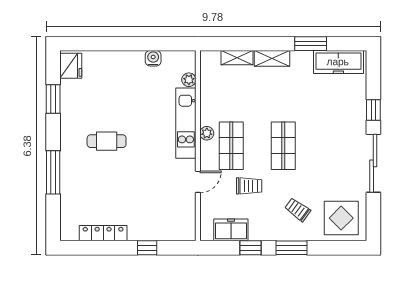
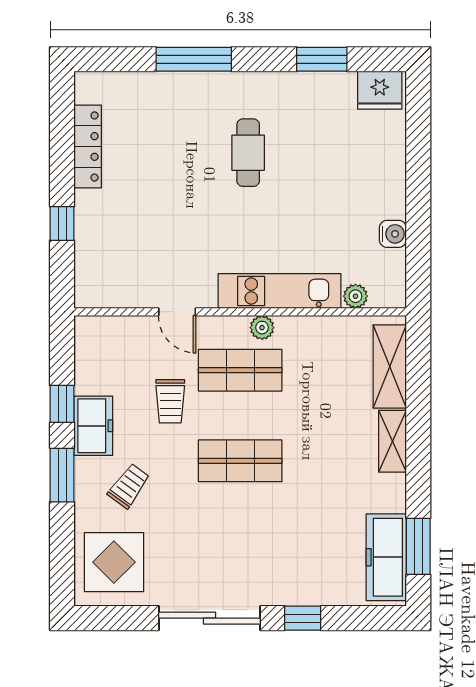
window: (311, 44) -> (418, 546), moved
shelving: (237, 58) -> (390, 366), width x1.50, depth x1.33
freezer: (231, 230) -> (93, 426), moved

